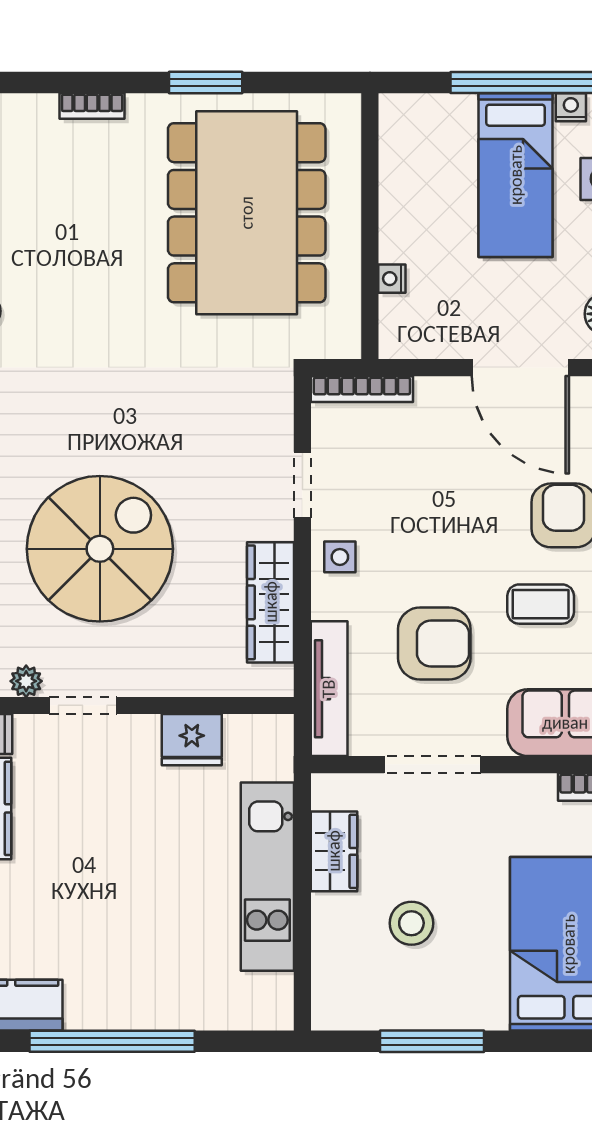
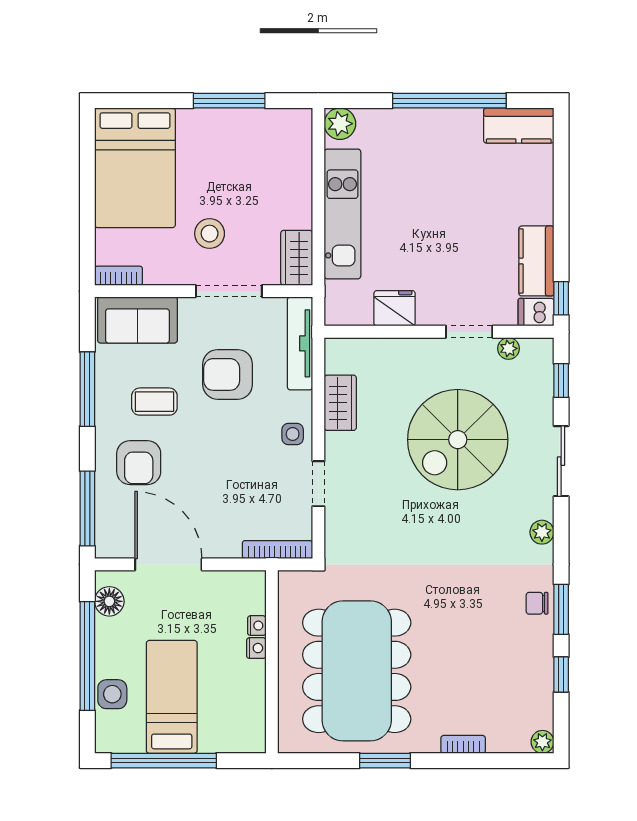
nightstand: (571, 107) -> (256, 648), moved, turned -90
wardrobe: (271, 602) -> (340, 403), width x0.67
wardrobe: (334, 851) -> (297, 258), moved
stool: (411, 923) -> (210, 234), moved
plant: (271, 1008) -> (340, 124), added

